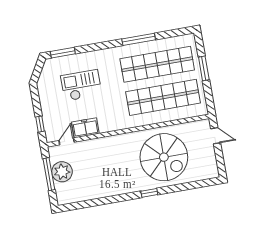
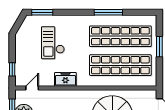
checkout: (81, 85) -> (53, 43), turned -90
freezer: (85, 128) -> (65, 79), moved

